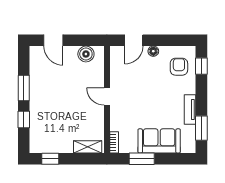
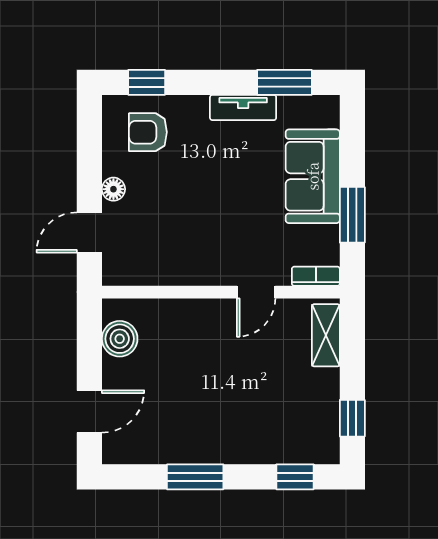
door: (134, 40) -> (89, 232), swing flipped
door: (107, 97) -> (256, 292), moved
window: (24, 120) -> (295, 477), moved

